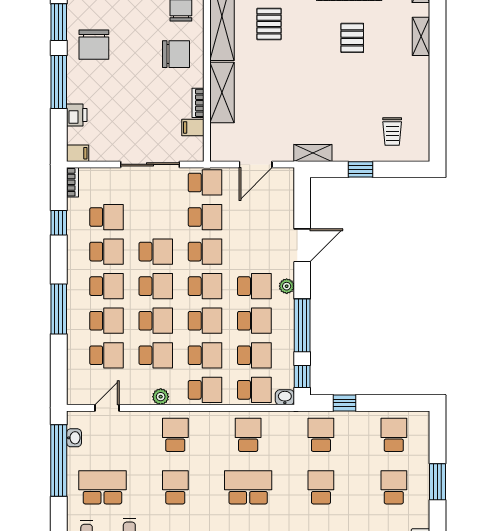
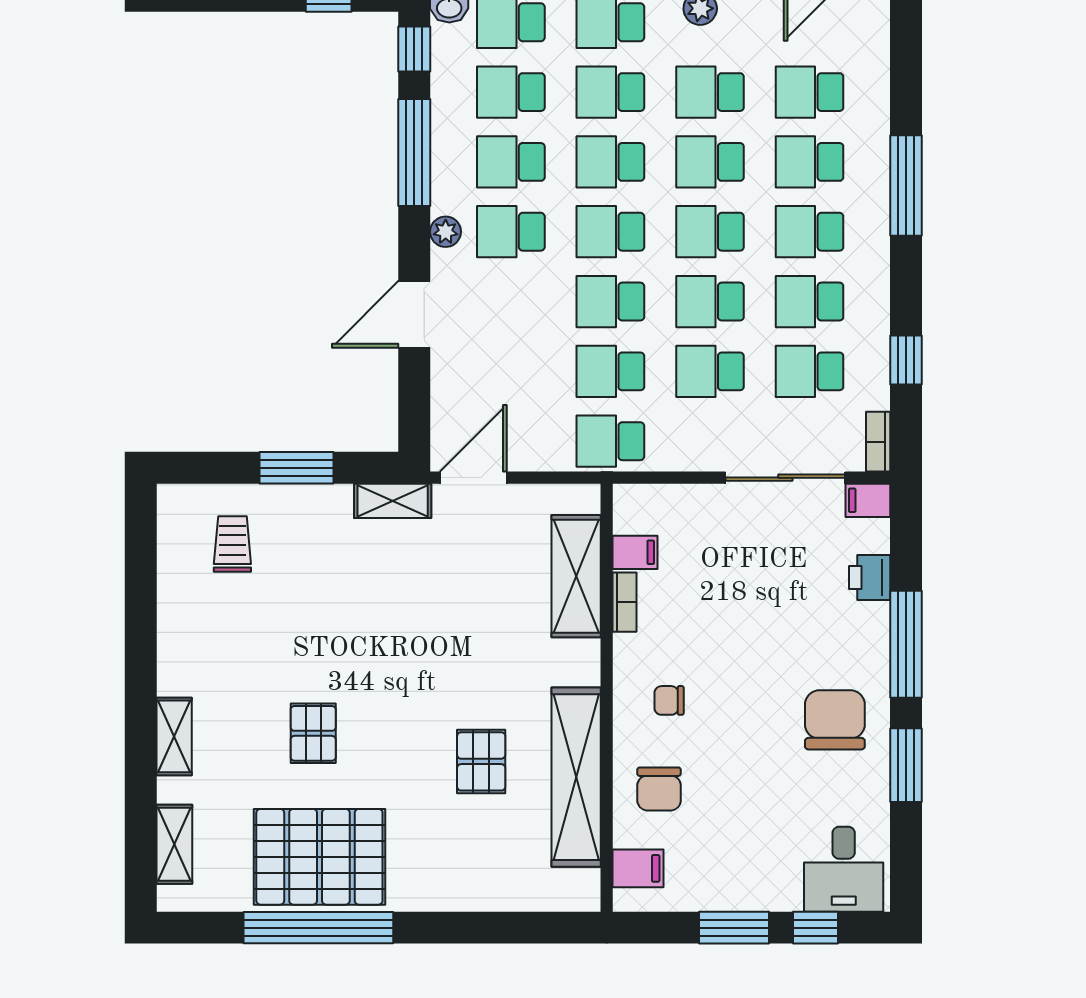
chair: (176, 54) -> (669, 700), width x0.54, depth x0.54
shelving: (222, 93) -> (576, 576), moved
sliding door: (150, 164) -> (785, 478), moved
door: (256, 164) -> (473, 478), moved
window: (360, 169) -> (297, 468), width x1.50
school desk: (156, 217) -> (710, 371), added

